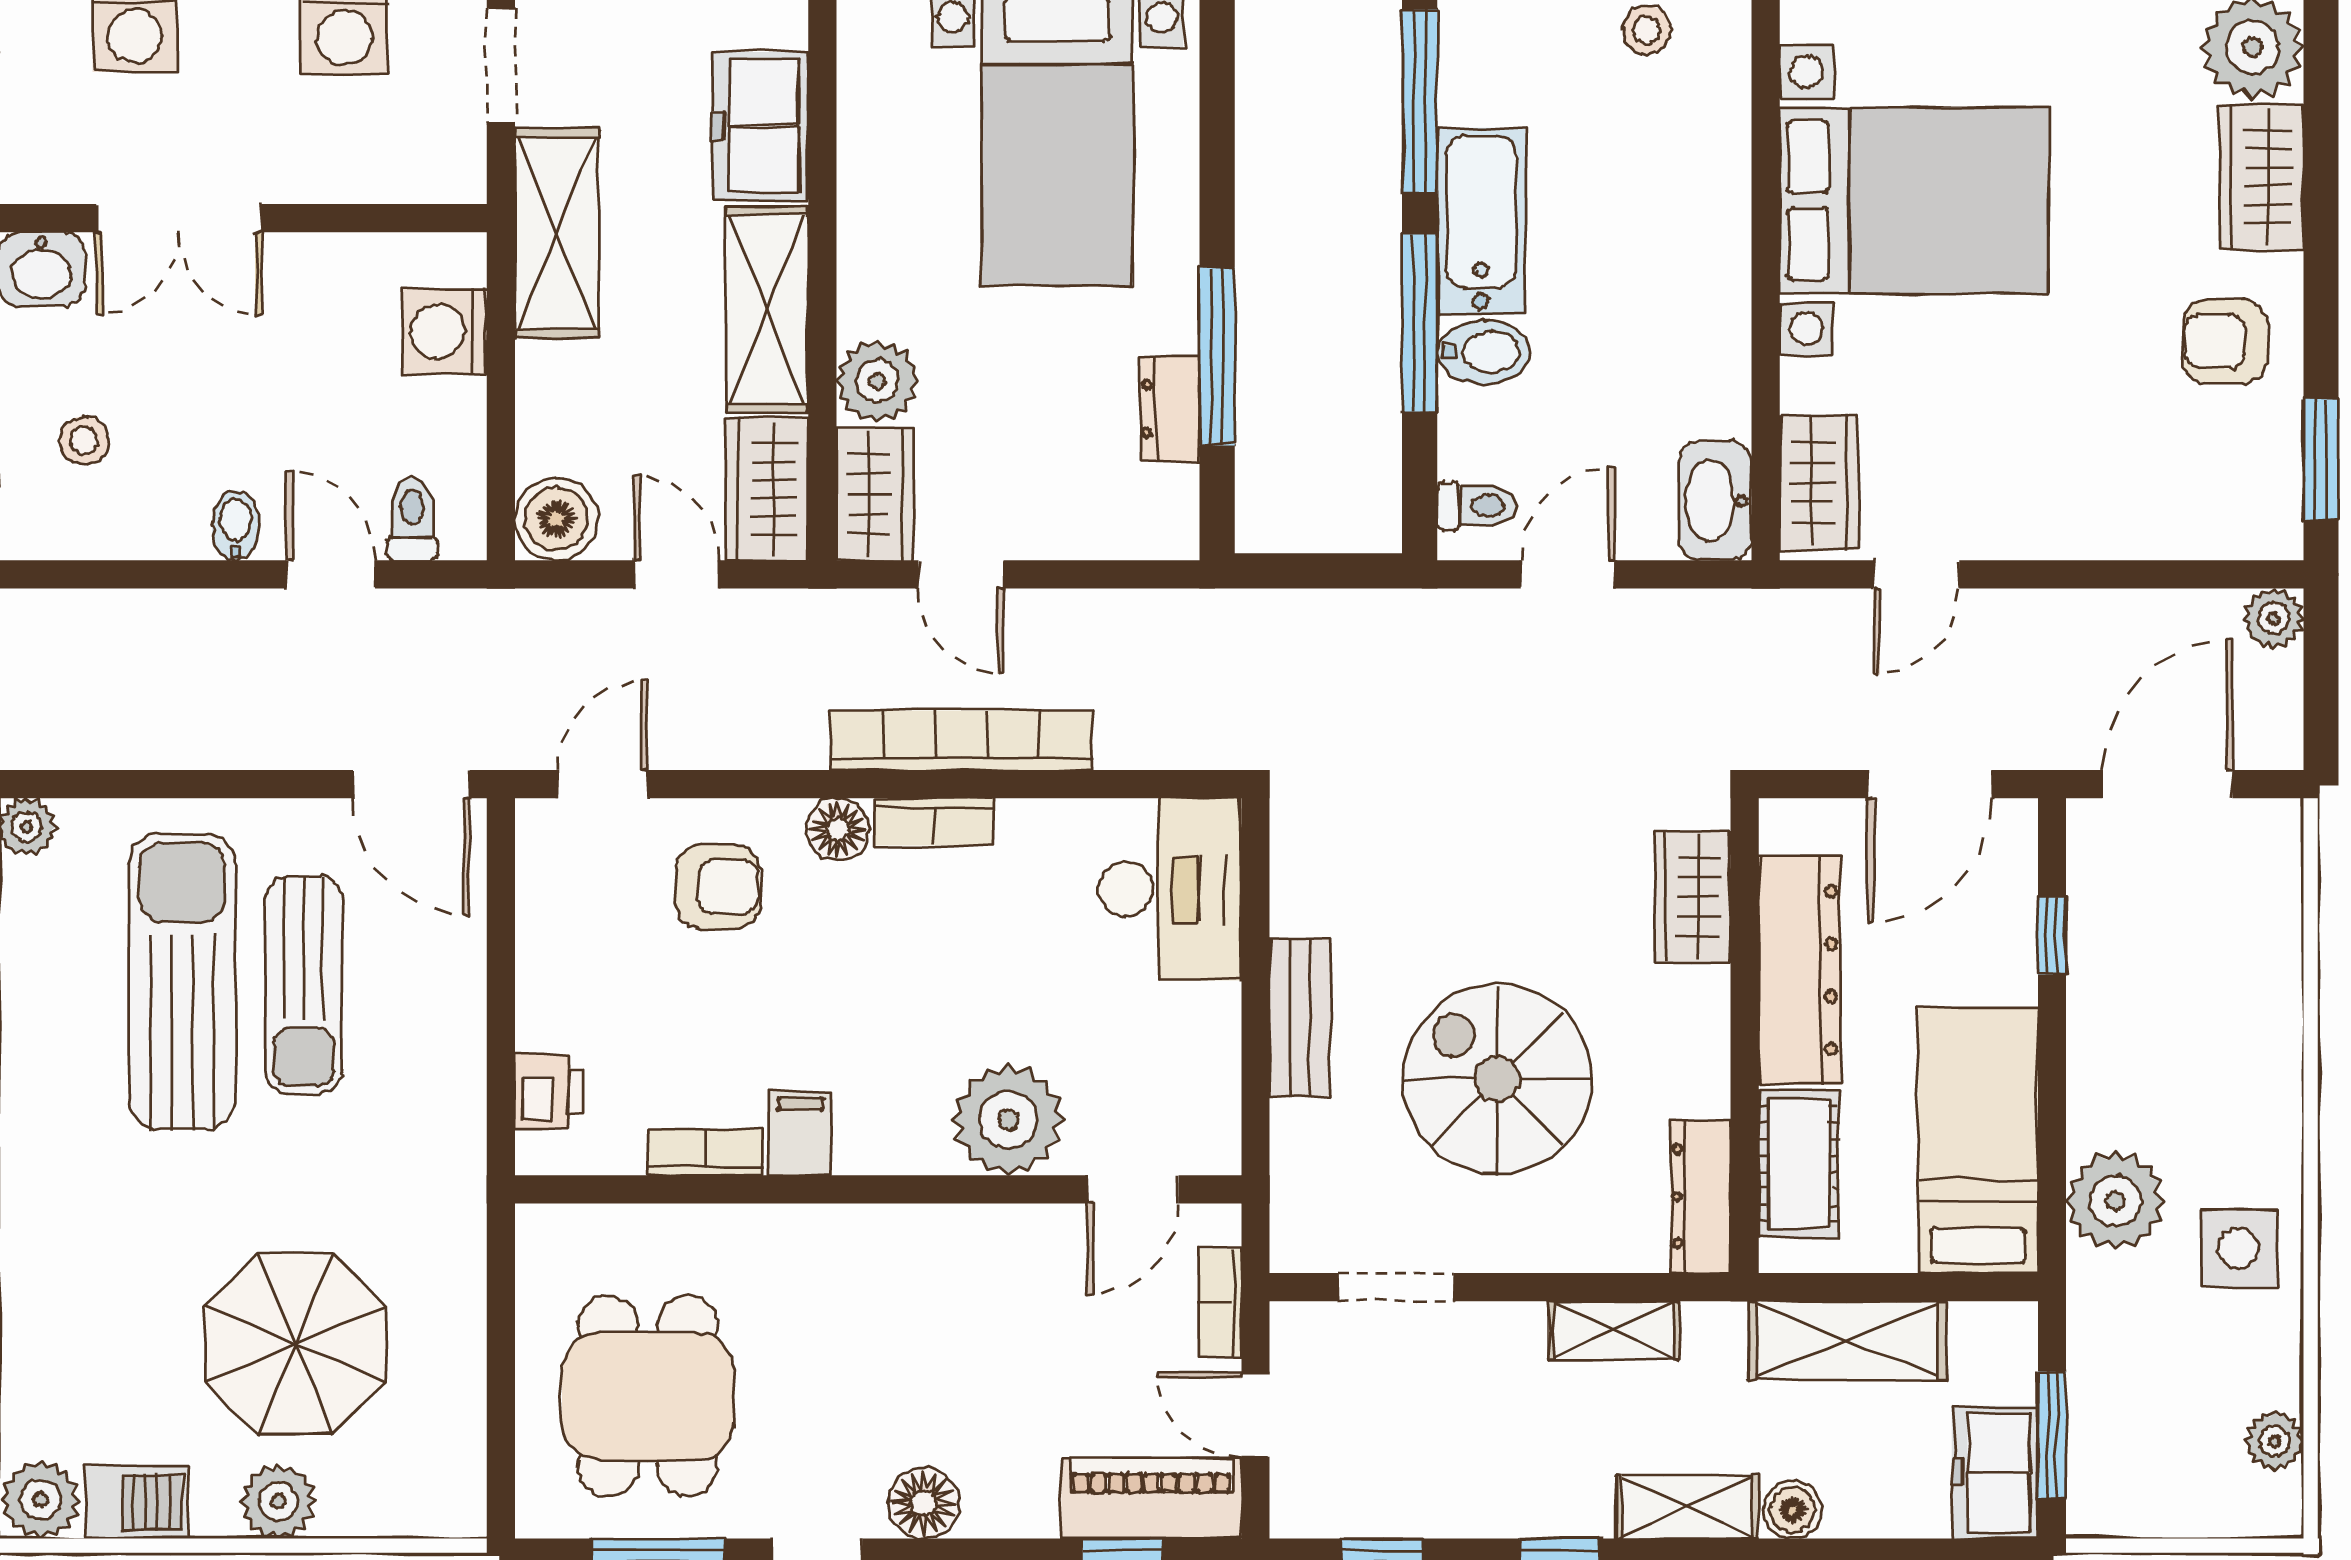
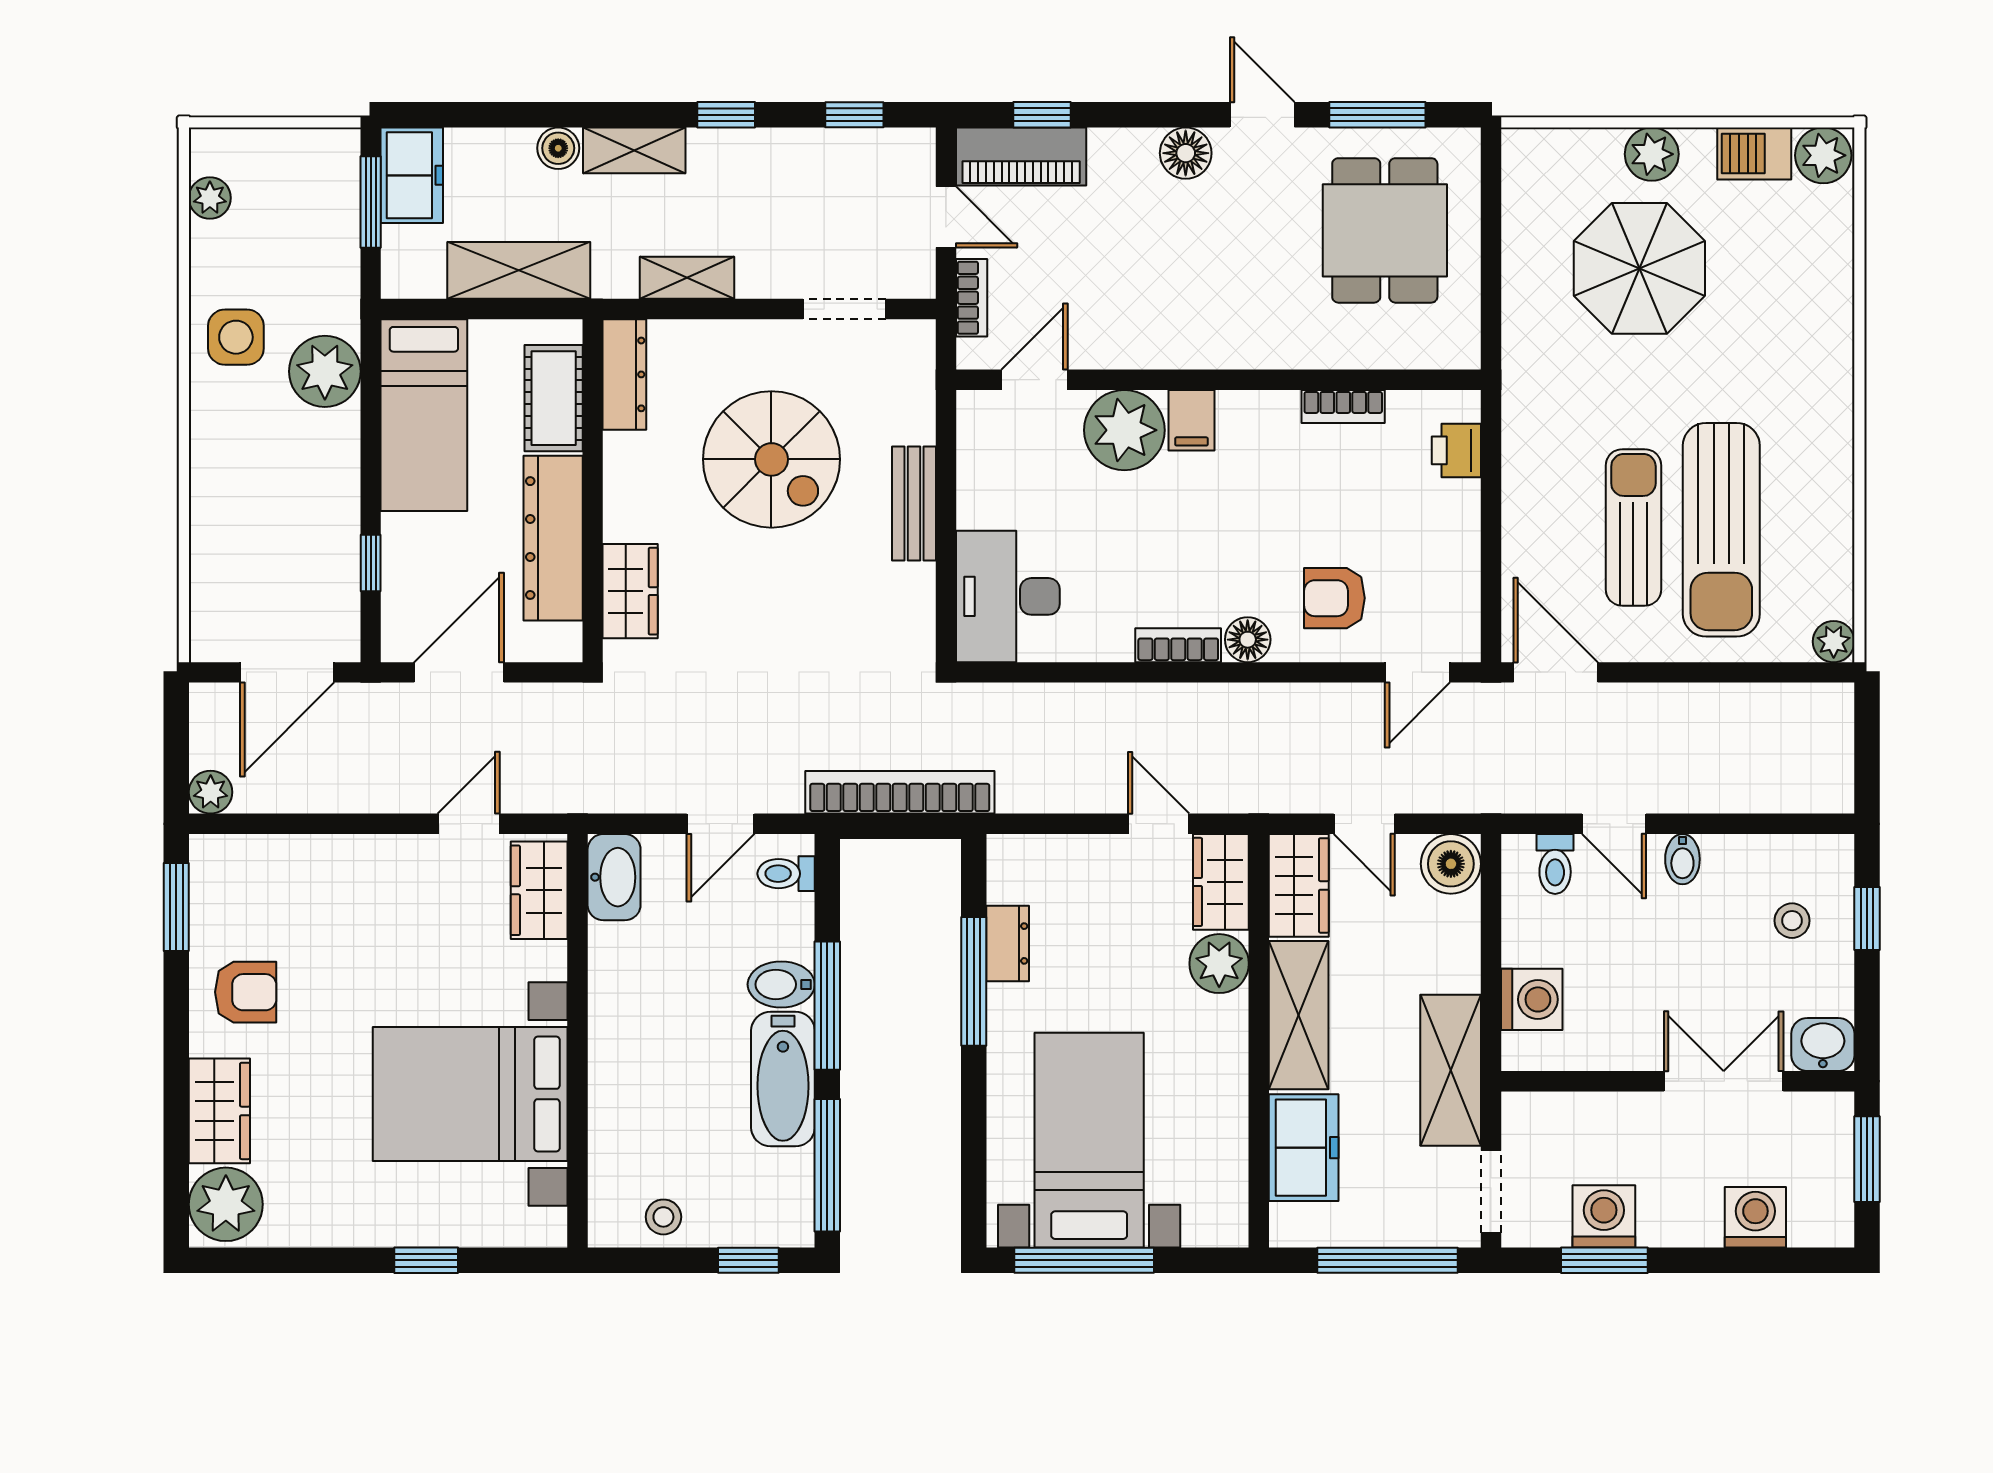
bookcase: (961, 740) -> (900, 792), moved, turned 180
filing cabinet: (800, 1133) -> (1191, 420), moved

